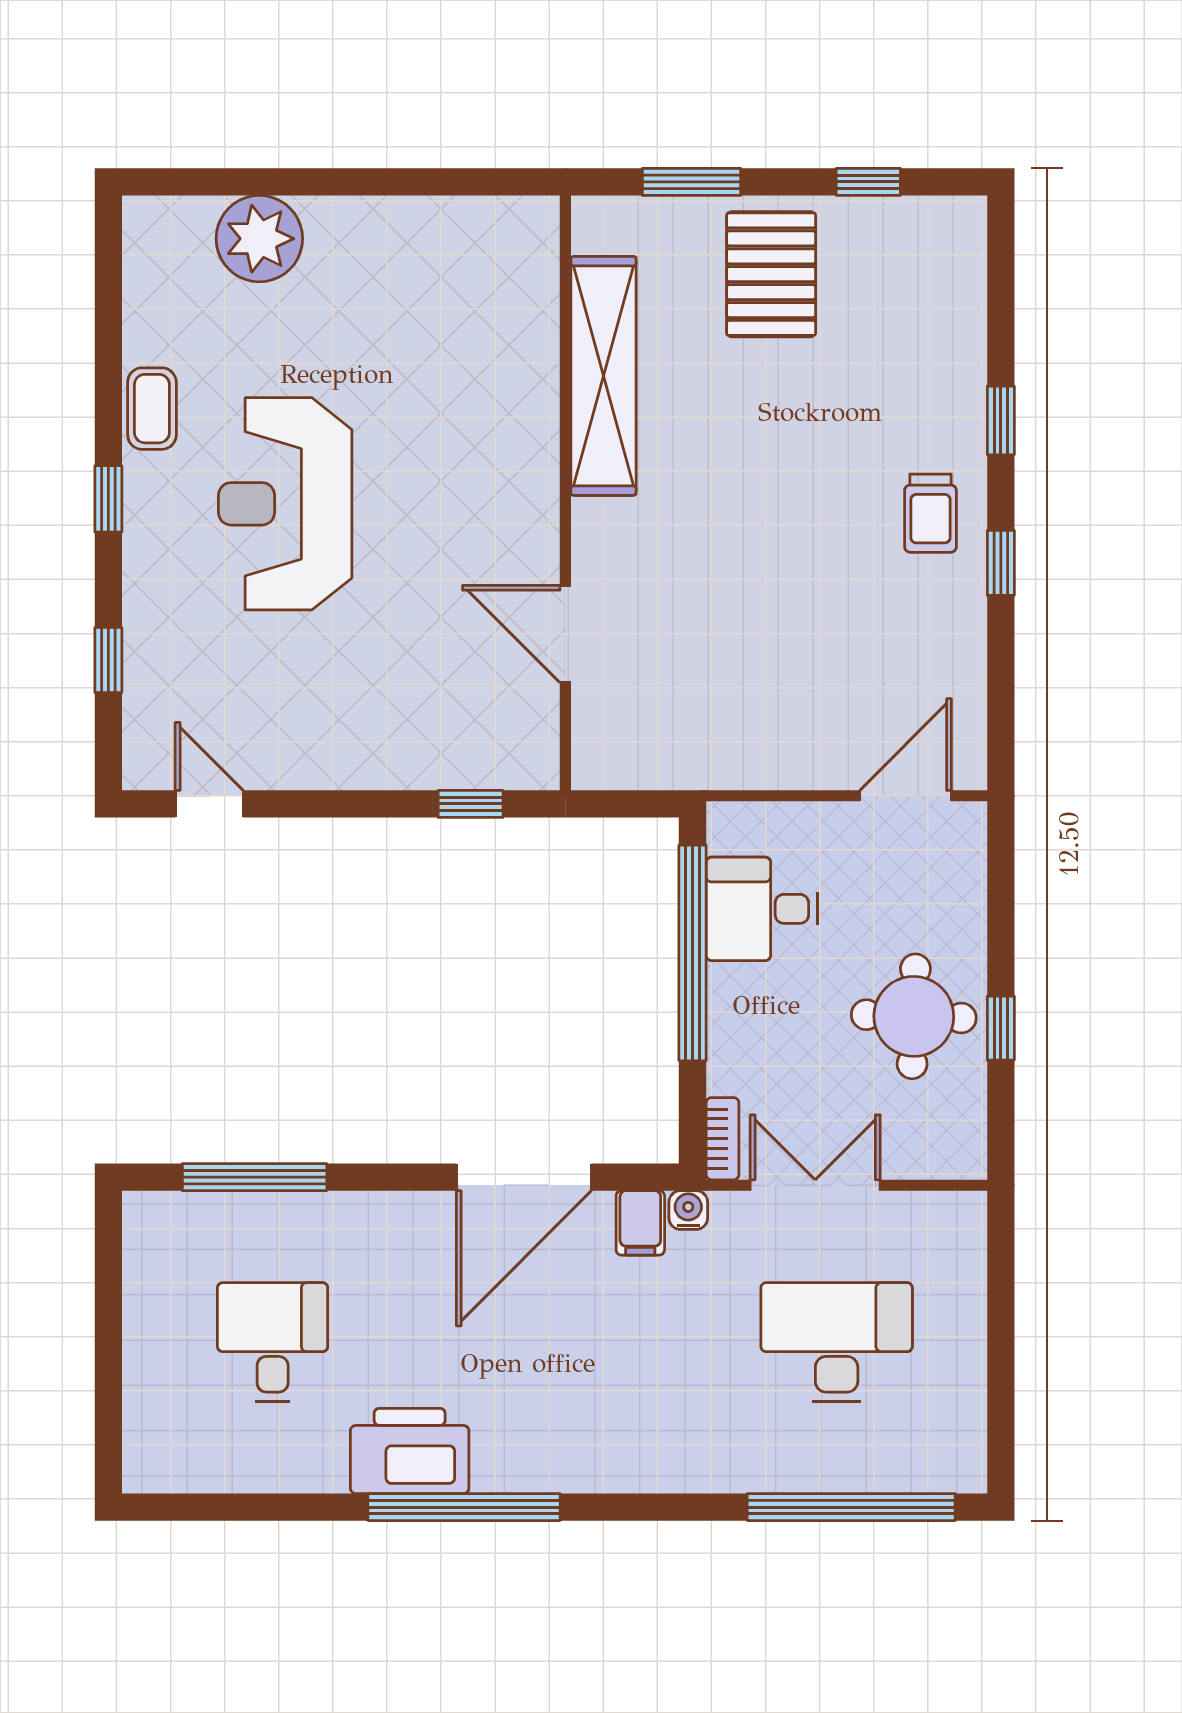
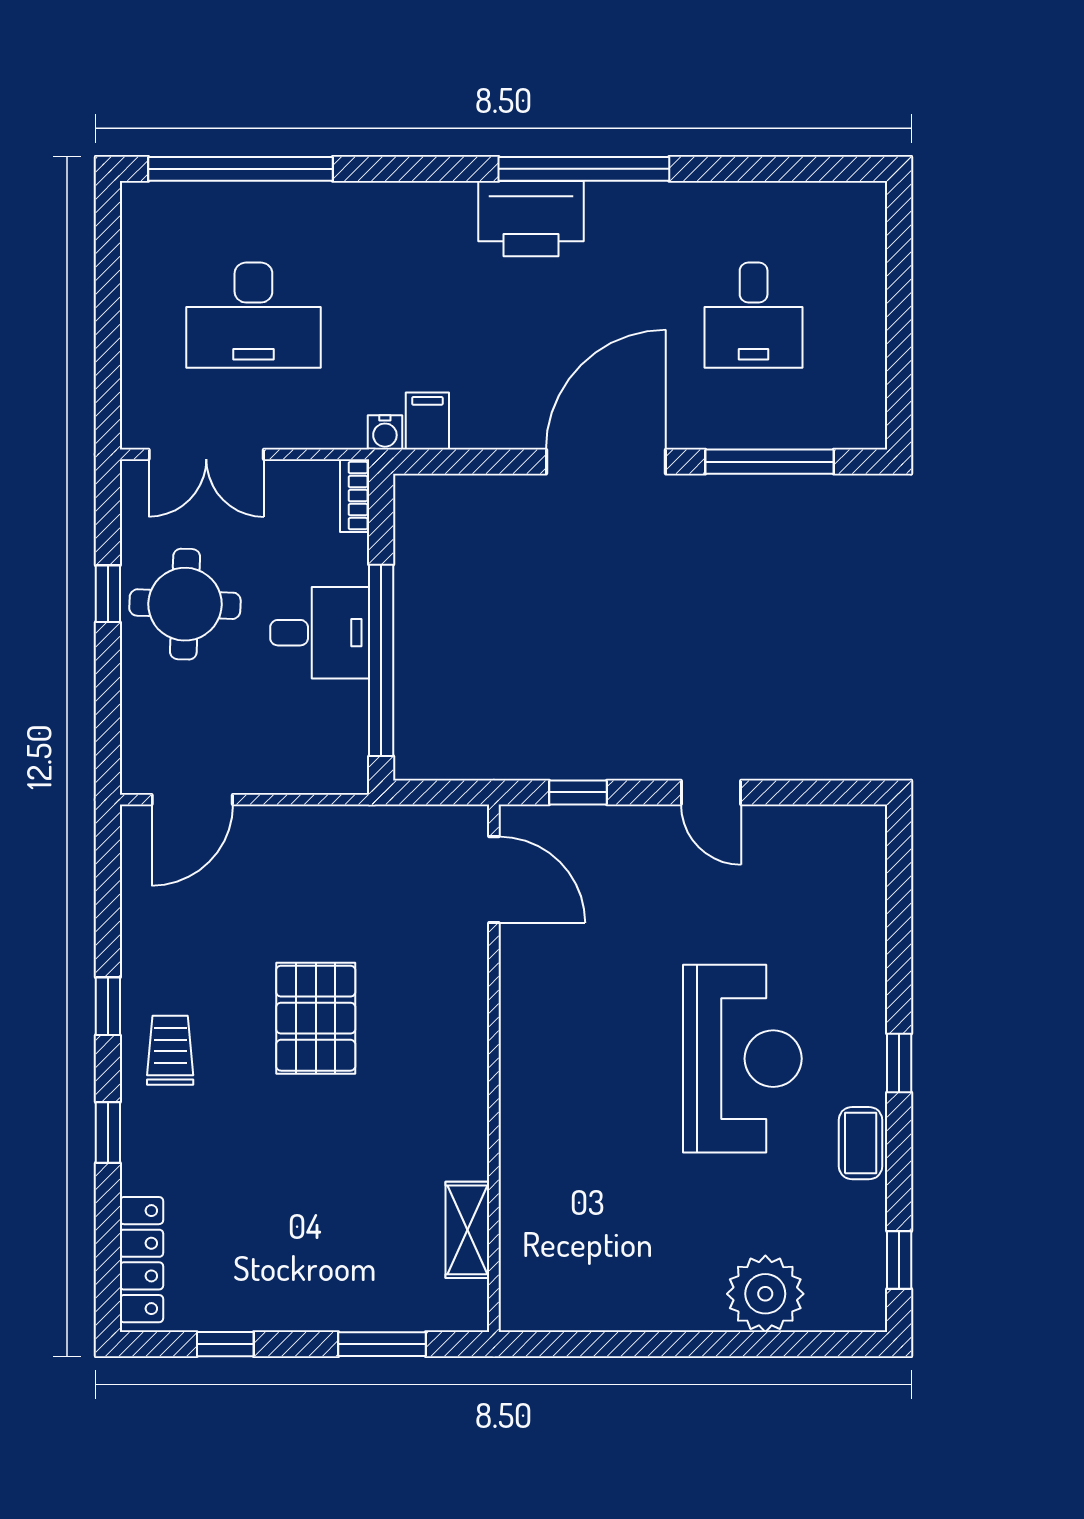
pallet: (771, 274) -> (316, 1018), moved
locker: (963, 277) -> (141, 1260), added
shelving: (603, 376) -> (467, 1230), width x0.45, depth x0.75
door: (565, 634) -> (494, 880), moved
window: (108, 660) -> (899, 1260), moved
door: (209, 804) -> (711, 792), moved
desk: (762, 909) -> (320, 633), moved
door: (524, 1177) -> (606, 462), moved
double door: (815, 1185) -> (206, 454), moved
printer: (410, 1451) -> (531, 219), moved

